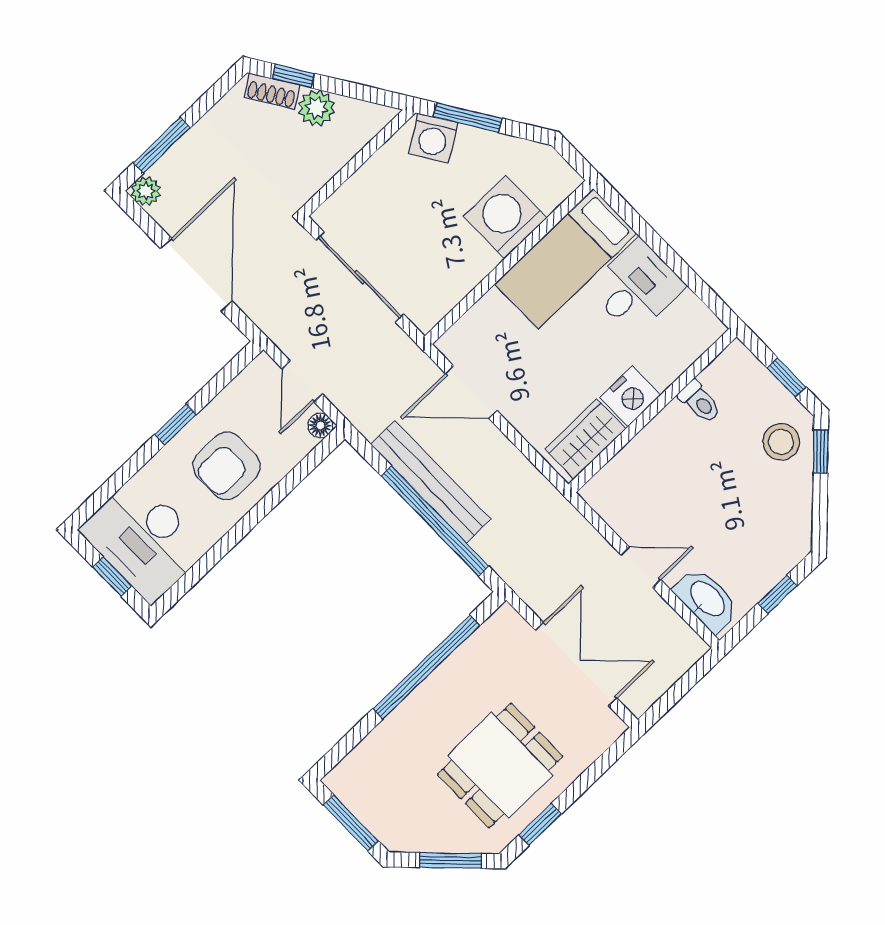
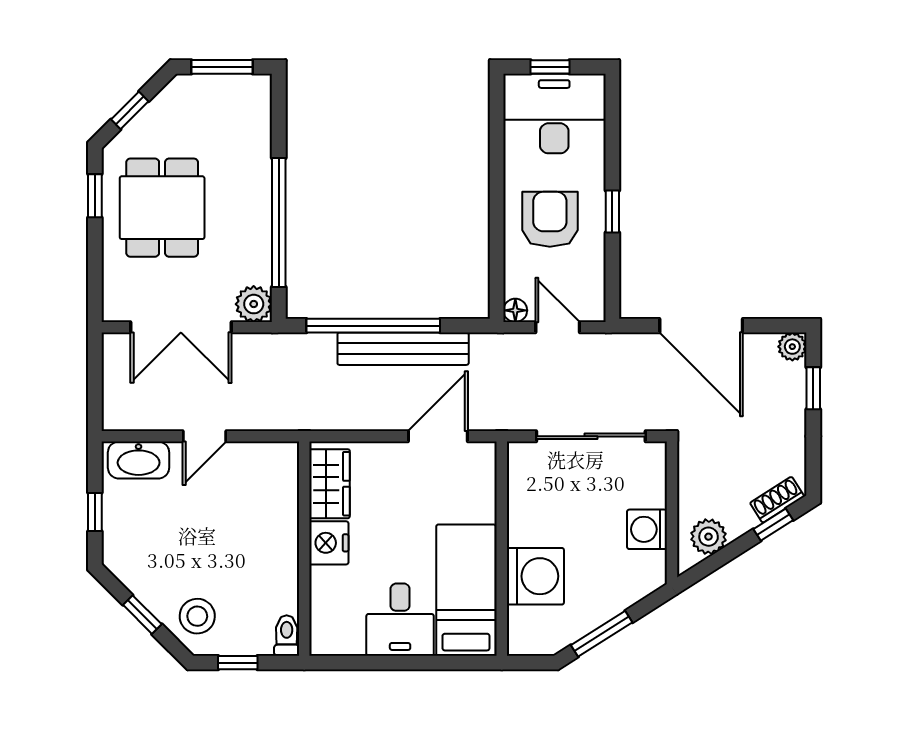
plant: (317, 108) -> (709, 537), moved
window: (468, 118) -> (602, 634), moved
washing machine: (433, 138) -> (647, 529), moved, turned -58
window: (162, 145) -> (813, 388), width x0.67
toilet: (700, 402) -> (287, 636), moved, turned 90
window: (820, 451) -> (142, 615), moved
plant: (506, 626) -> (254, 304), added
window: (451, 860) -> (130, 110), width x0.67

